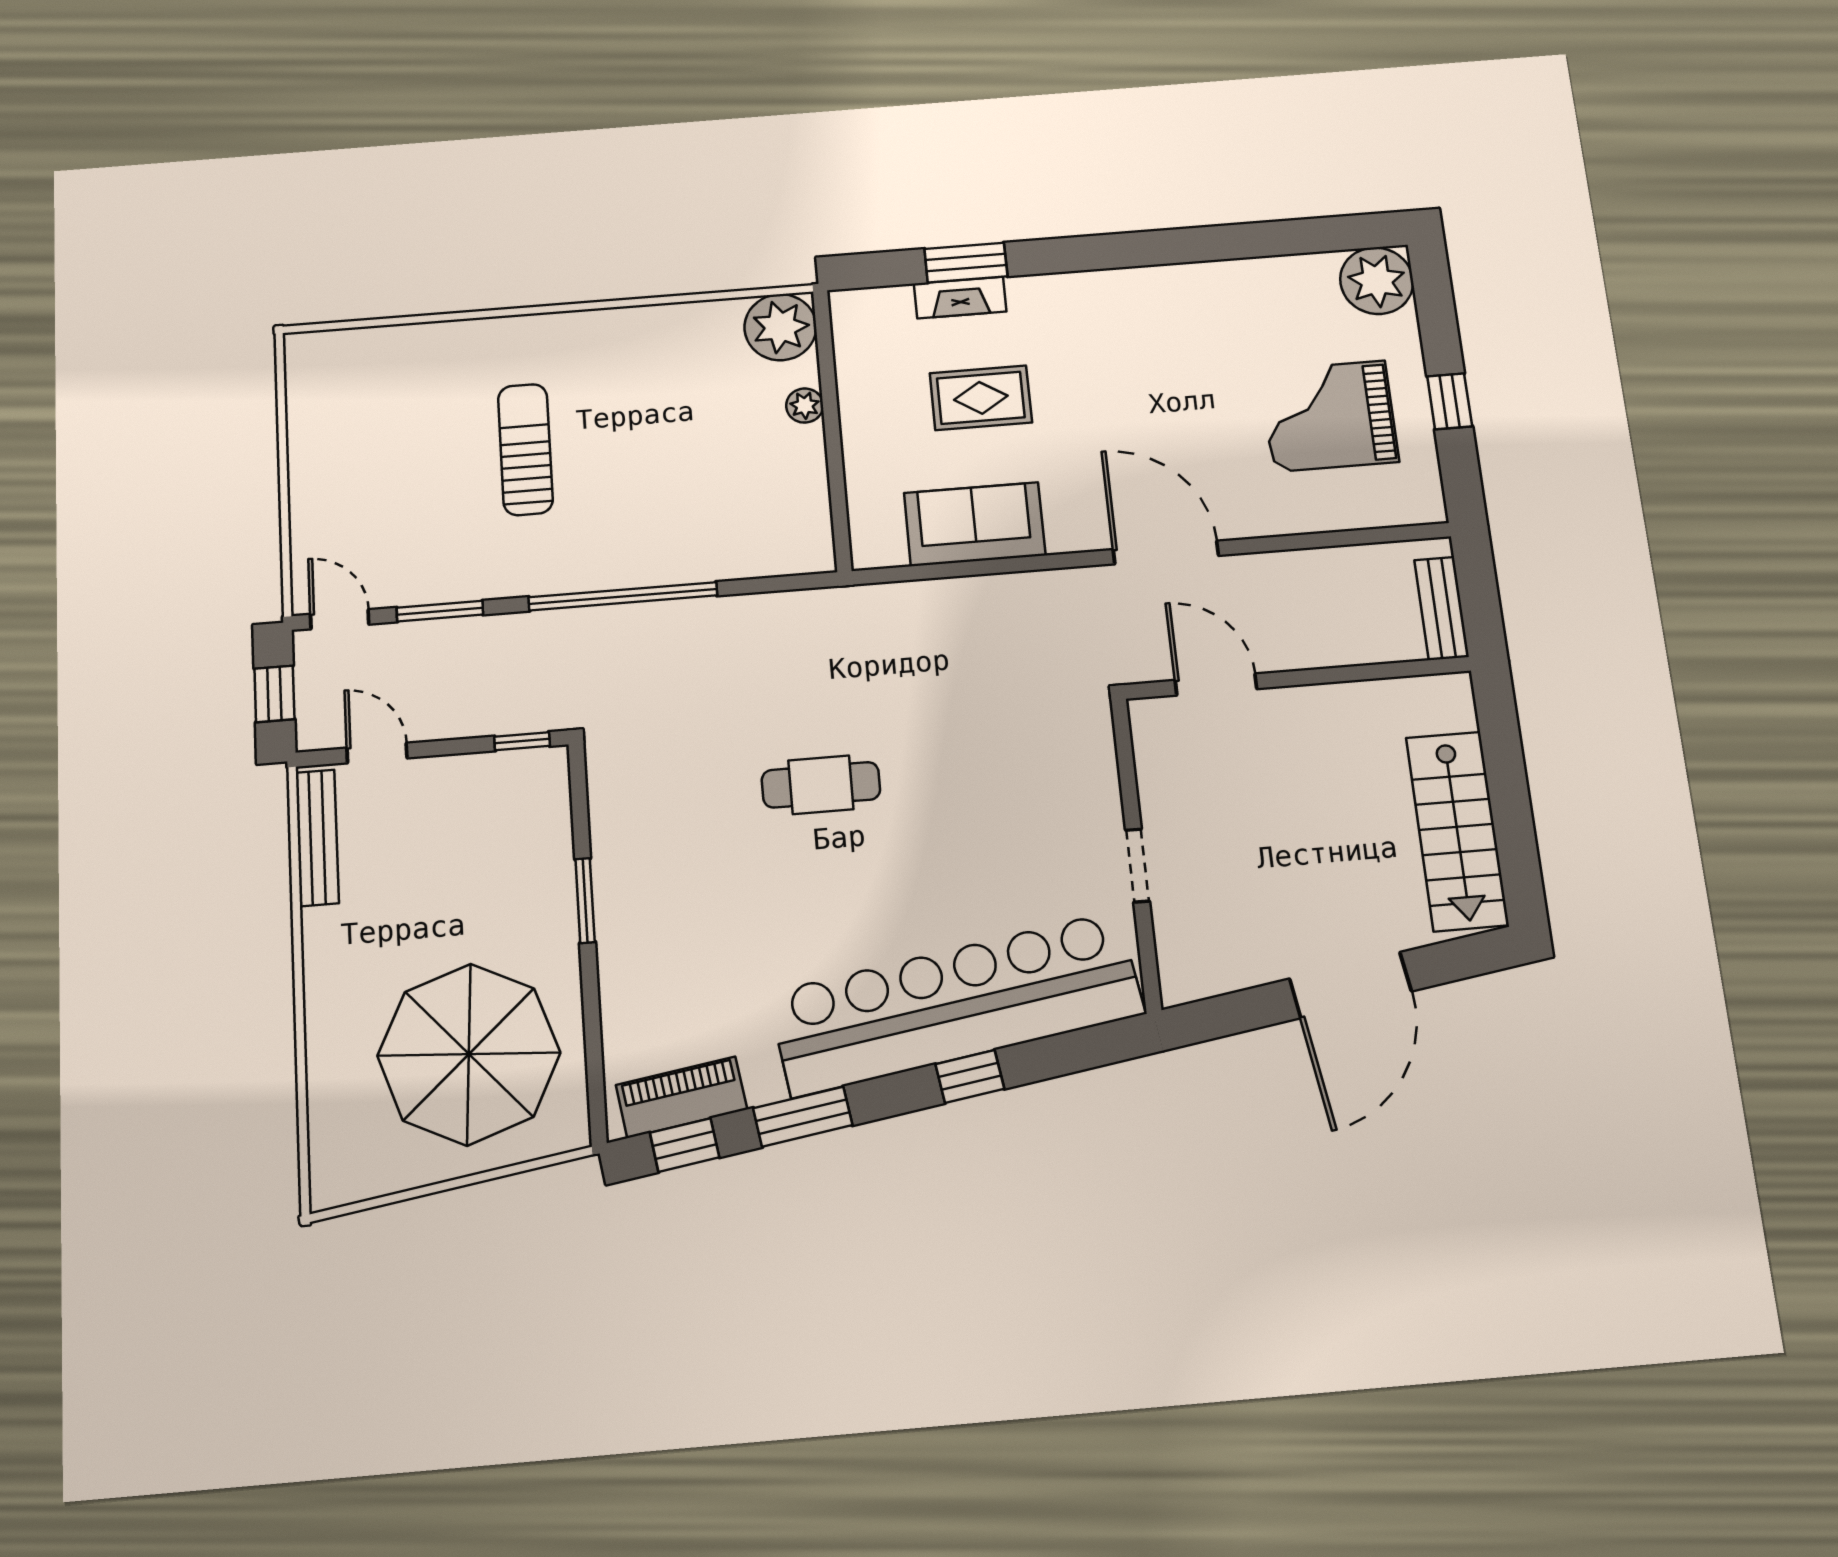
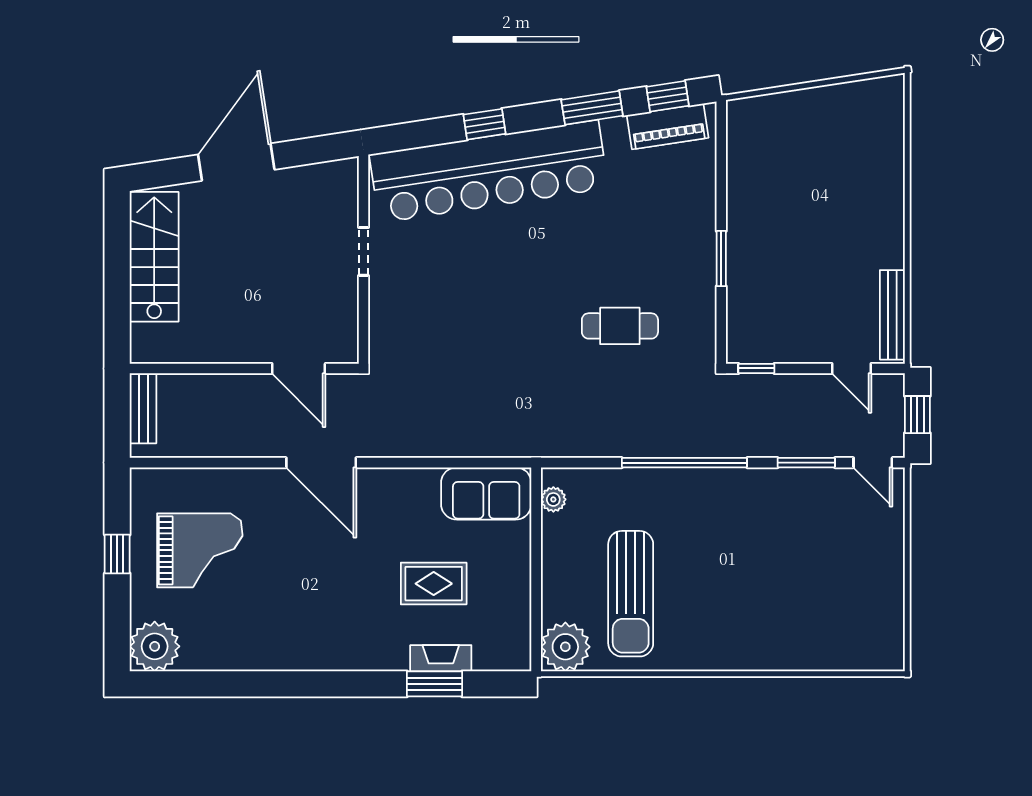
plant: (805, 406) -> (553, 499), moved
sun lounger: (525, 449) -> (631, 594), moved, width x1.36, depth x1.34
sofa: (975, 524) -> (486, 493), moved
cafe table: (821, 785) -> (620, 326), moved
parasol: (469, 1054) -> (801, 165), removed

